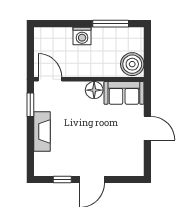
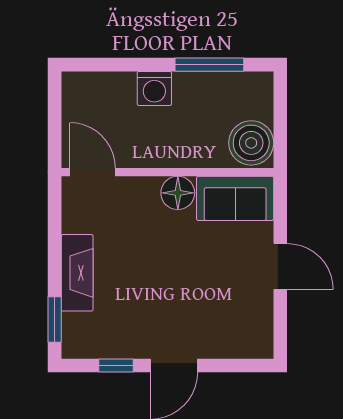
window: (30, 105) -> (55, 319), moved

